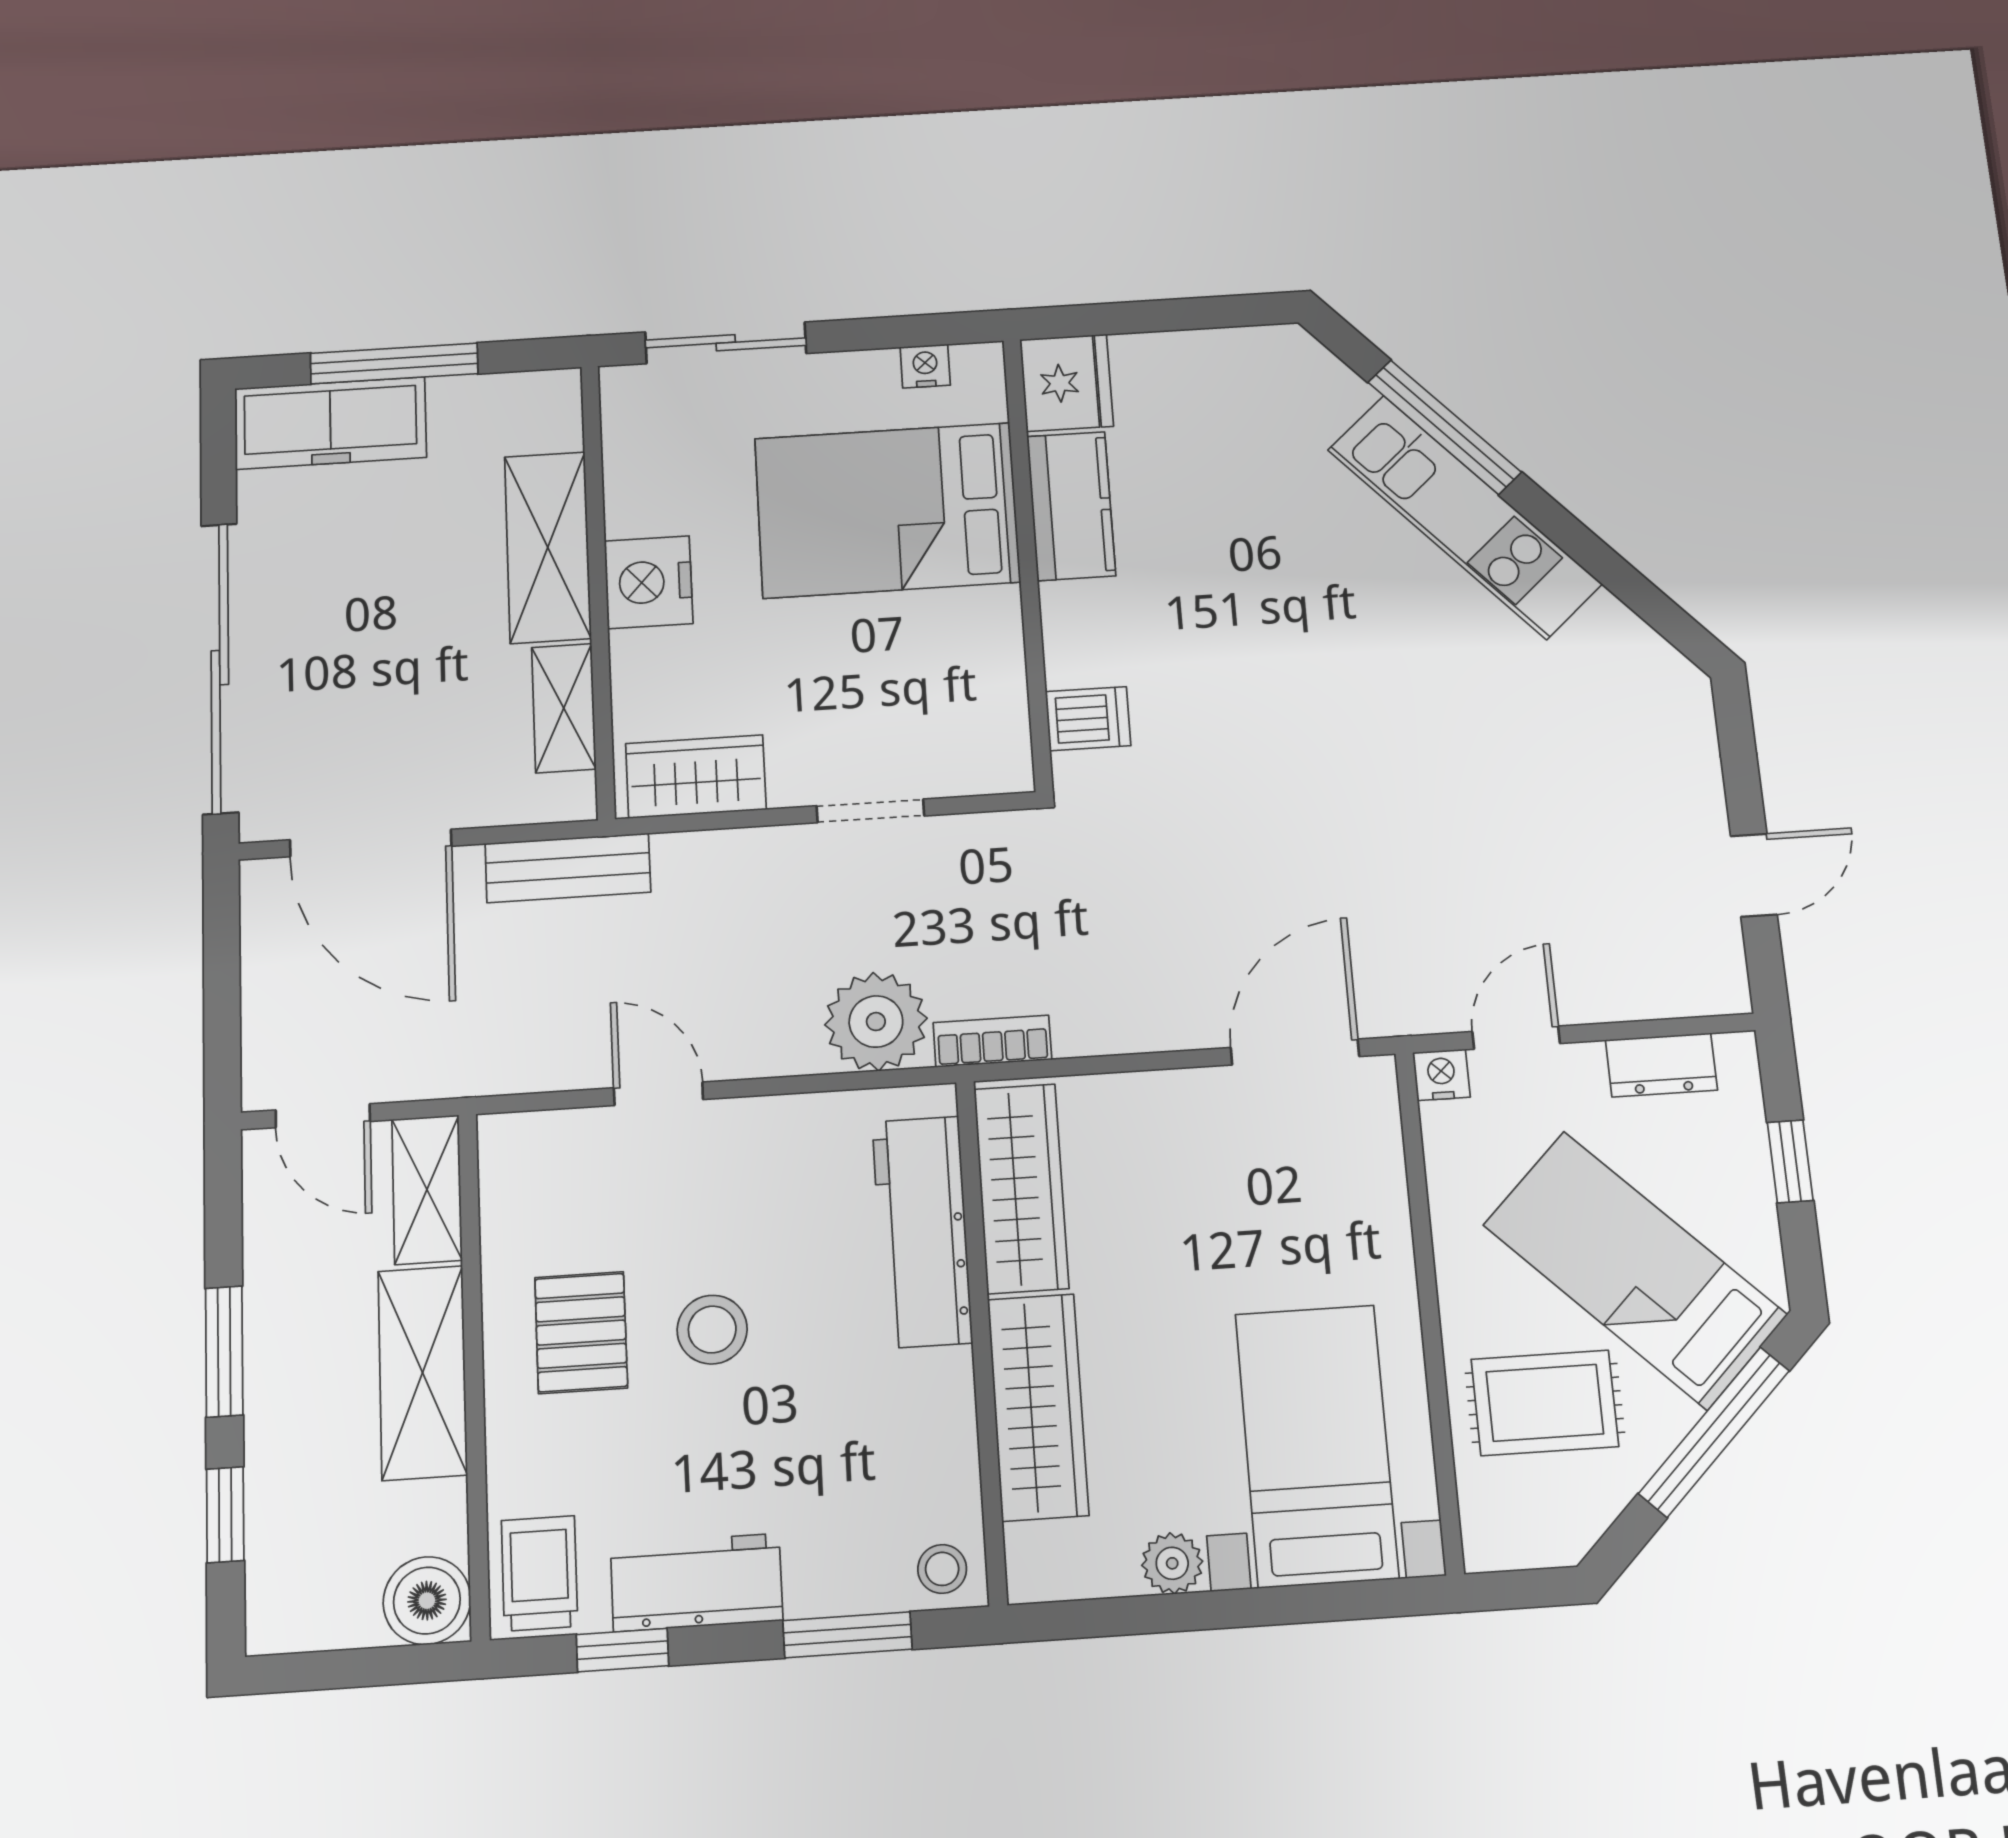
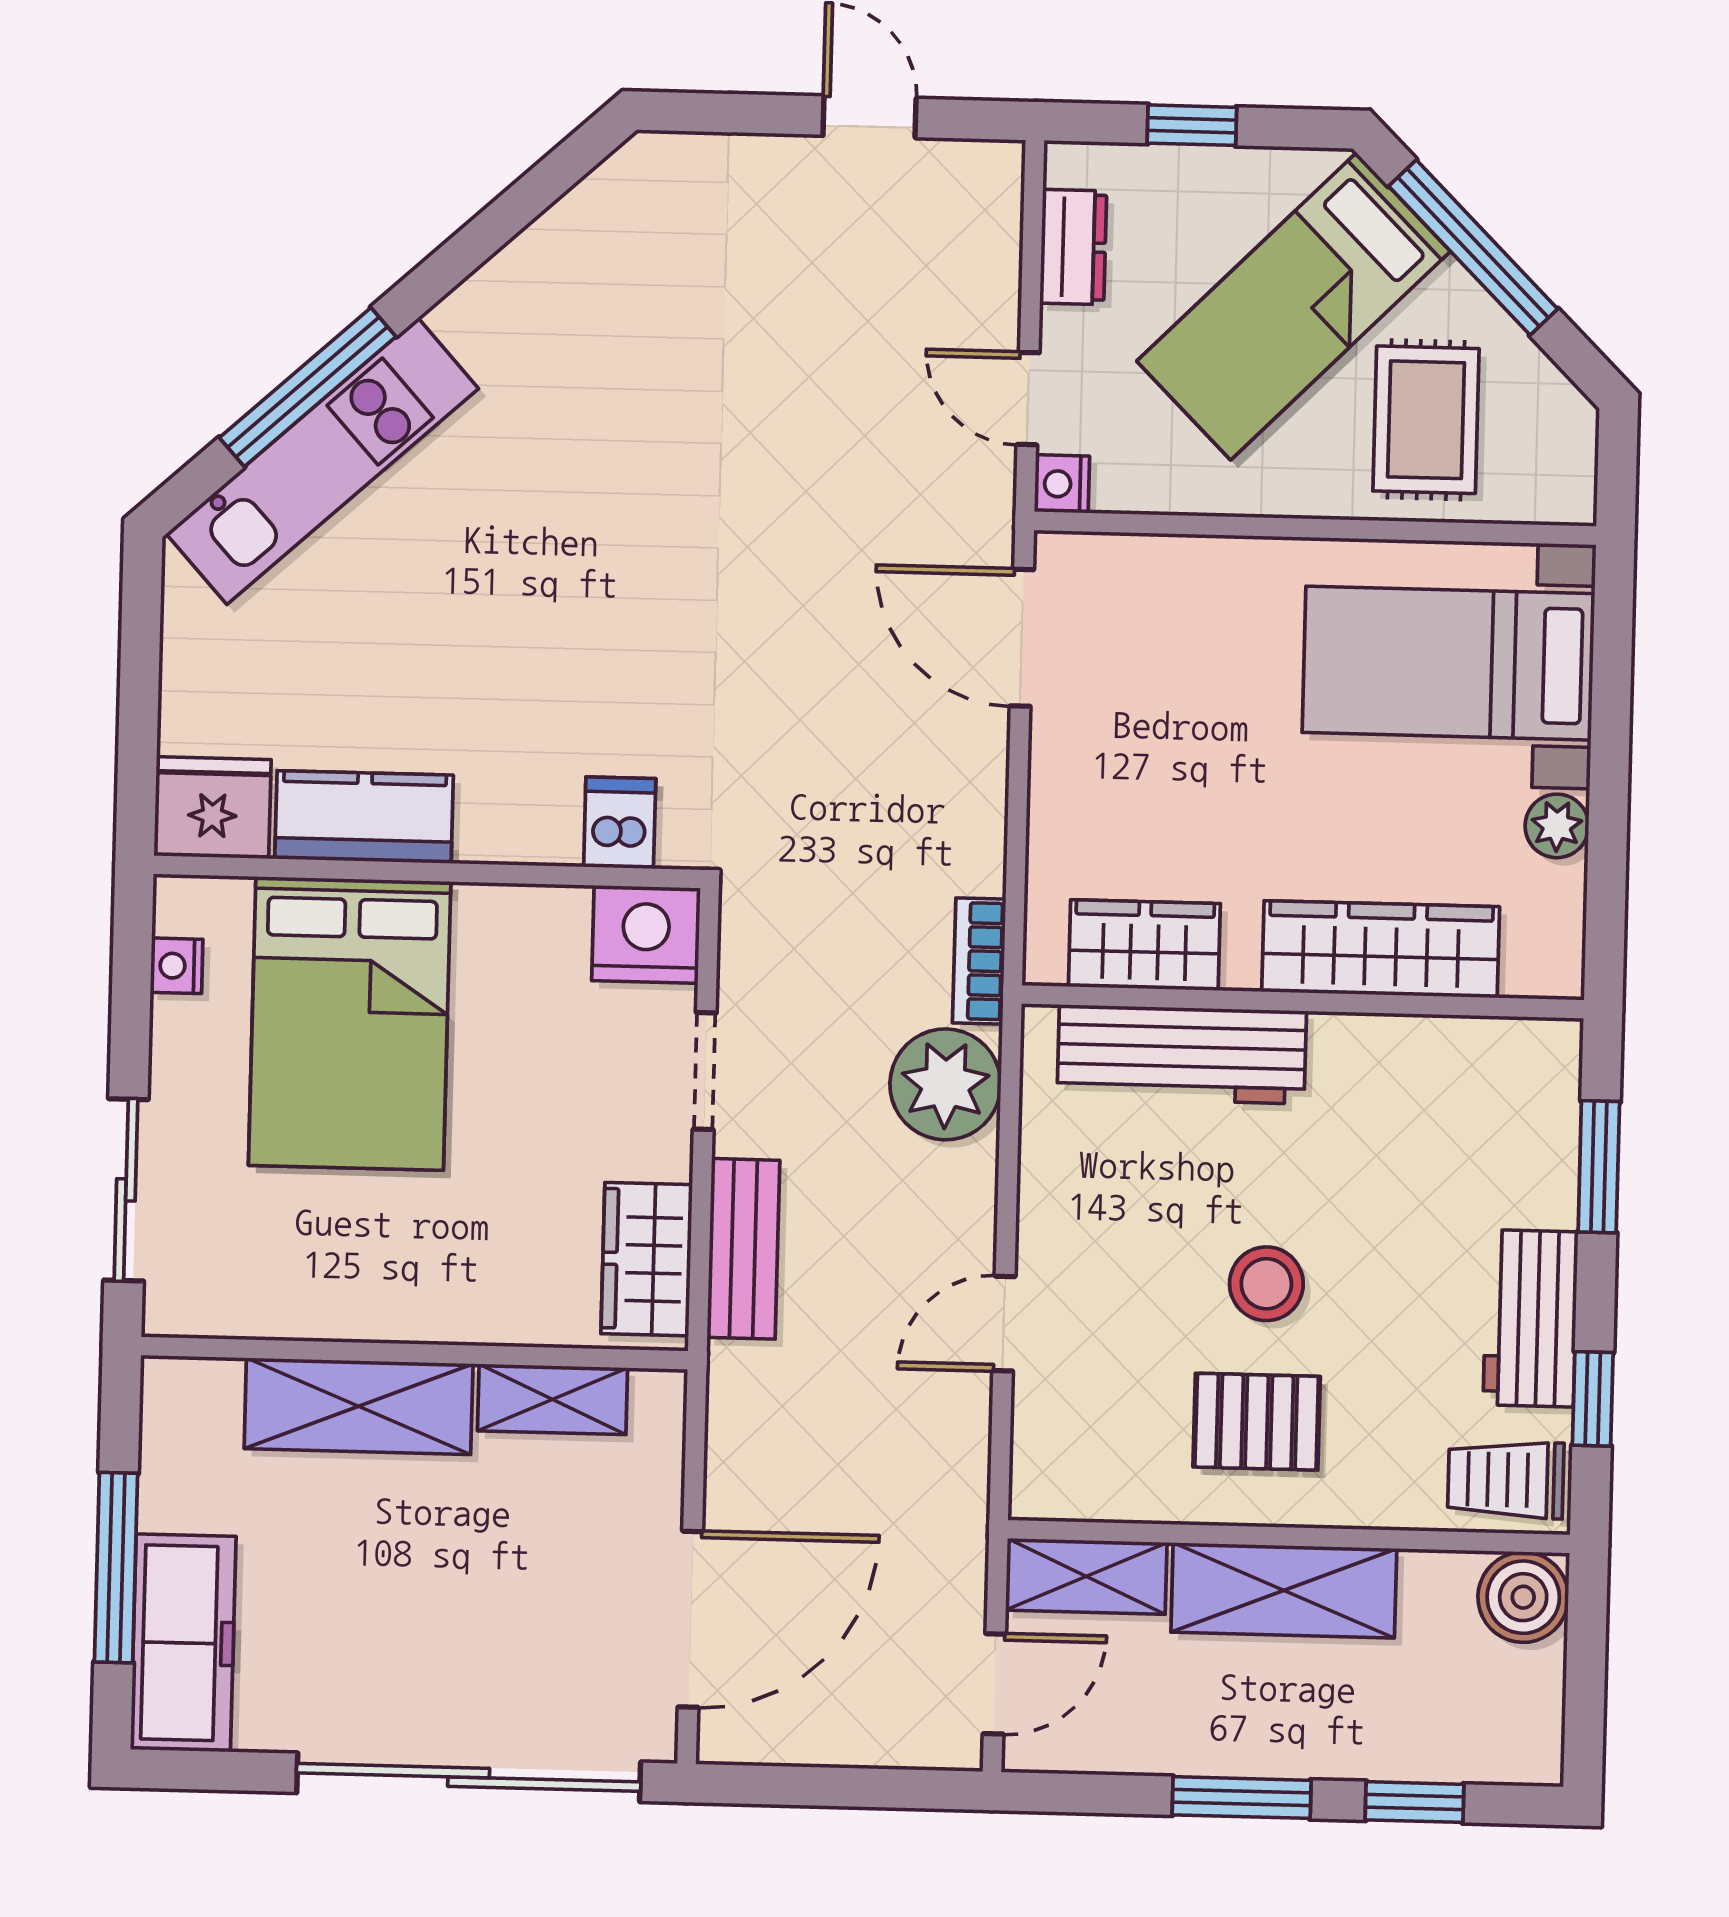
kitchen unit: (1464, 517) -> (322, 461), moved
nightstand: (649, 582) -> (646, 934), moved, turned 180
bench: (568, 868) -> (743, 1249), moved
wardrobe: (1021, 1188) -> (1144, 945), width x0.67
stool: (942, 1569) -> (1540, 1064), removed

